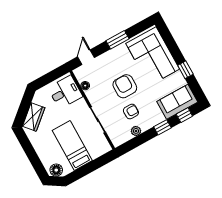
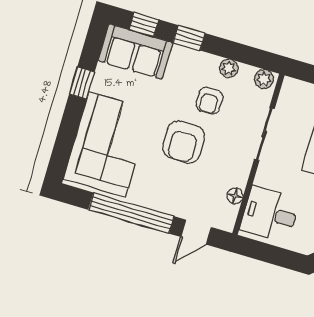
window: (118, 40) -> (131, 213), width x2.11
armchair: (131, 111) -> (209, 101), turned -90
plant: (119, 140) -> (264, 79), added

